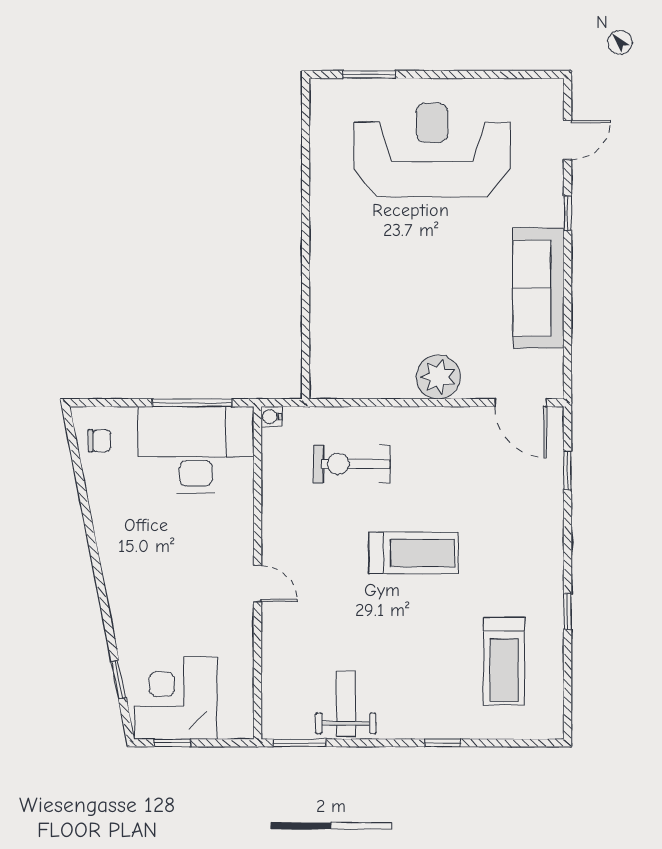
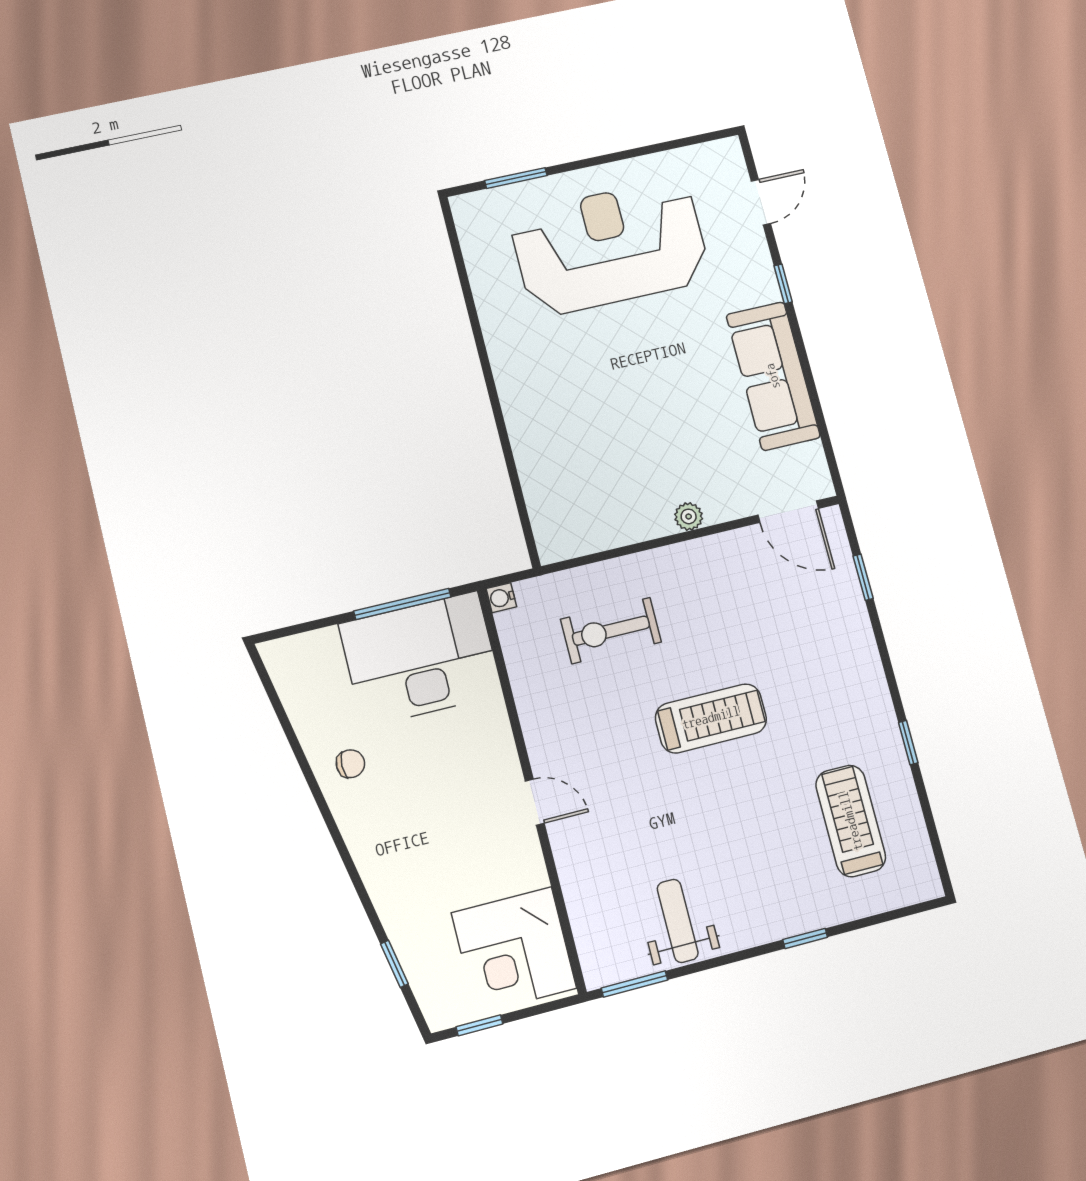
plant: (438, 377) -> (689, 516), width x0.53, depth x0.53
chair: (99, 441) -> (350, 764), moved
treadmill: (504, 661) -> (851, 821), turned 180
corner desk: (176, 698) -> (514, 951), moved, turned -90

